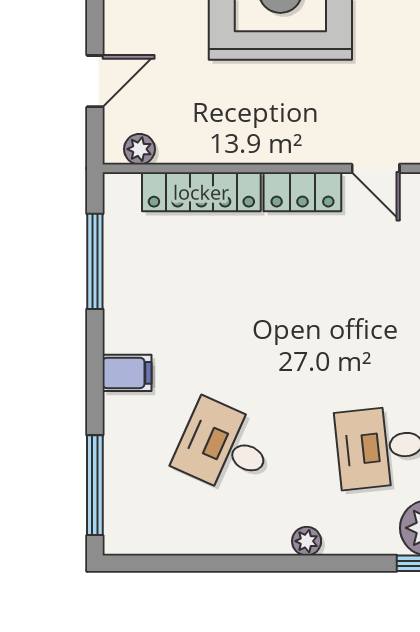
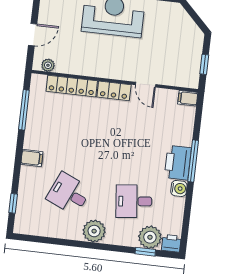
window: (95, 485) -> (13, 203), width x0.46
plant: (307, 541) -> (94, 231), width x1.87, depth x1.87

